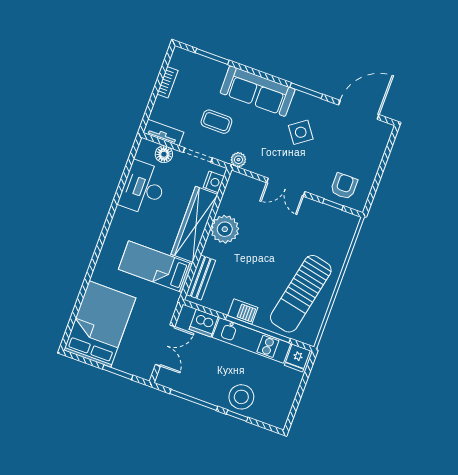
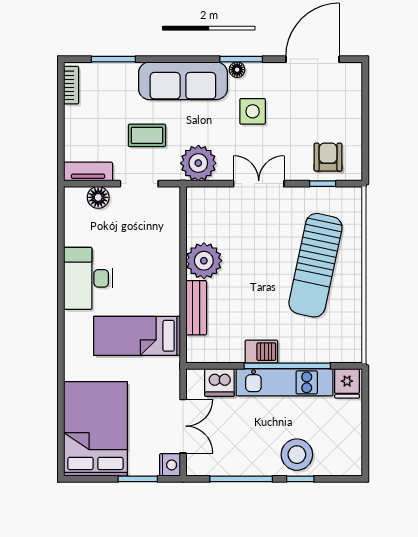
bookcase: (167, 82) -> (71, 85), moved
floor lamp: (300, 97) -> (237, 70), added
side table: (301, 132) -> (253, 111), turned 36
plant: (238, 160) -> (198, 163), width x1.87, depth x1.87
nightstand: (214, 182) -> (170, 465), moved
double door: (286, 187) -> (259, 184), swing flipped
desk: (143, 188) -> (88, 278), moved
wardrobe: (194, 224) -> (165, 268), removed
bench: (201, 277) -> (196, 308), moved
sun lounger: (301, 294) -> (315, 265), moved

